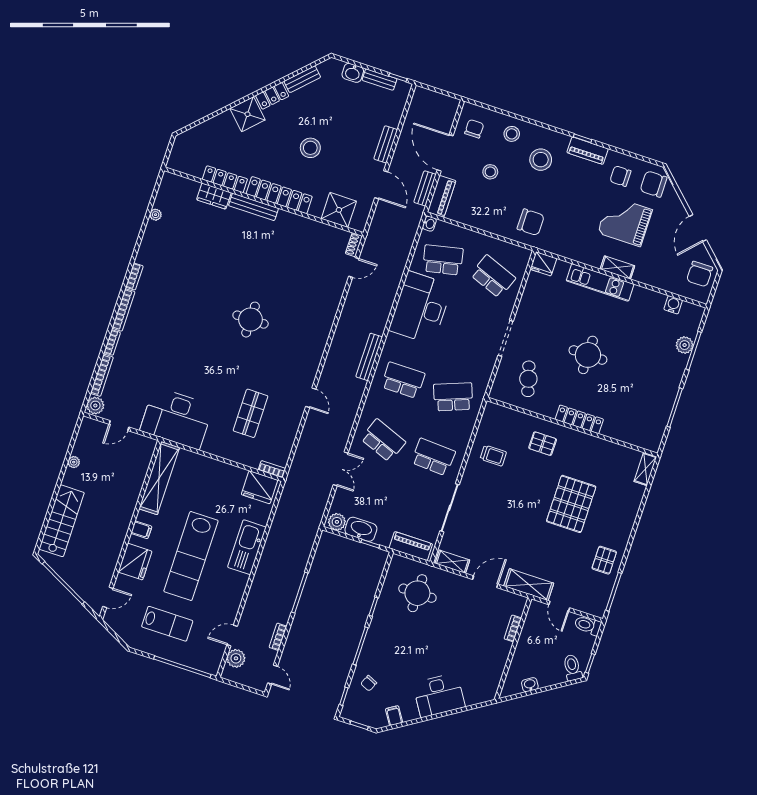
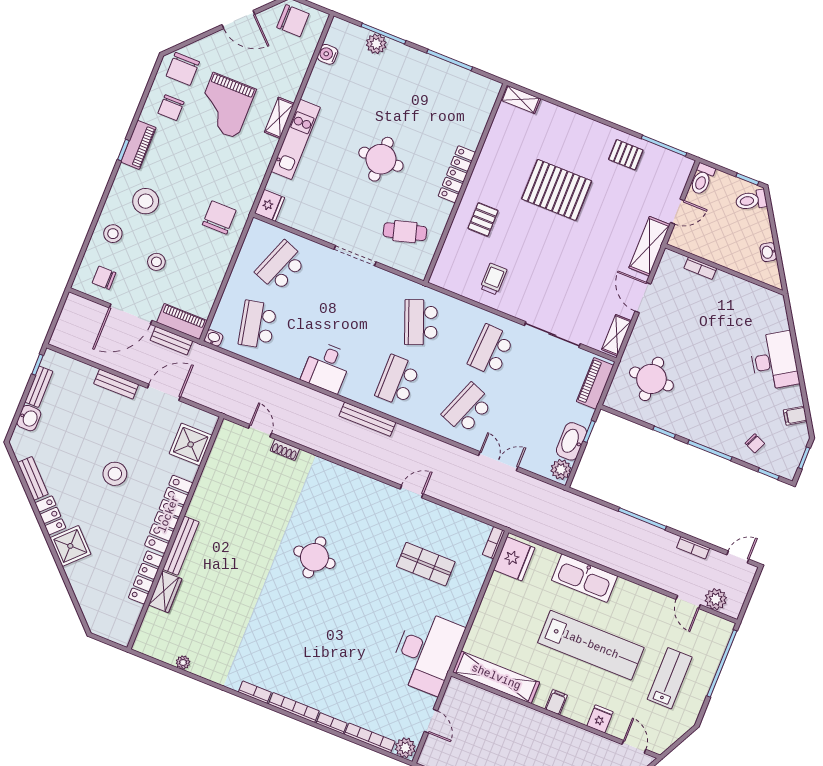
shoe rack: (354, 245) -> (285, 450), moved
desk: (421, 308) -> (327, 367), width x0.53, depth x0.77
fridge: (135, 562) -> (600, 719), width x0.53, depth x0.75

